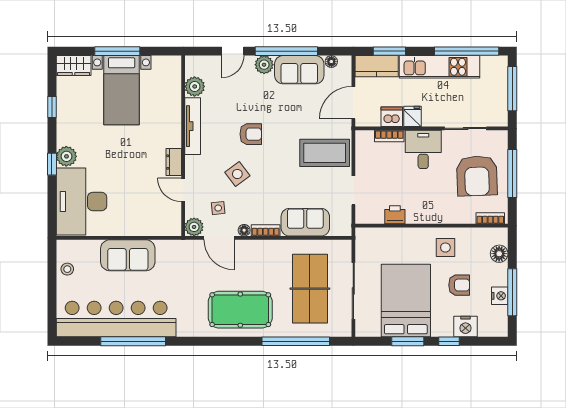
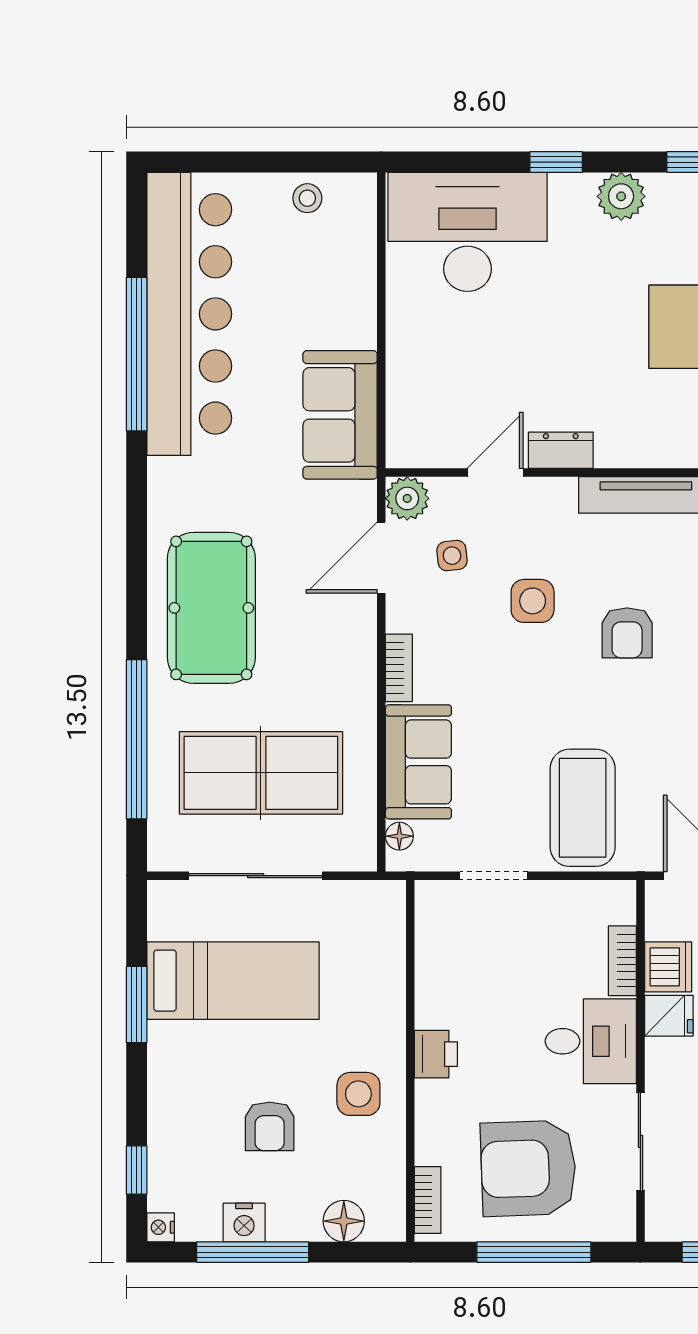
plant: (66, 156) -> (621, 196), moved
side table: (237, 174) -> (533, 601), turned 37
printer: (395, 215) -> (436, 1054), moved
floor lamp: (244, 230) -> (399, 836), moved
sofa: (128, 255) -> (340, 415), moved
bed: (406, 300) -> (233, 981), width x0.67
nightstand: (466, 326) -> (161, 1227), moved, width x0.53, depth x0.56
window: (449, 341) -> (137, 1170), moved

